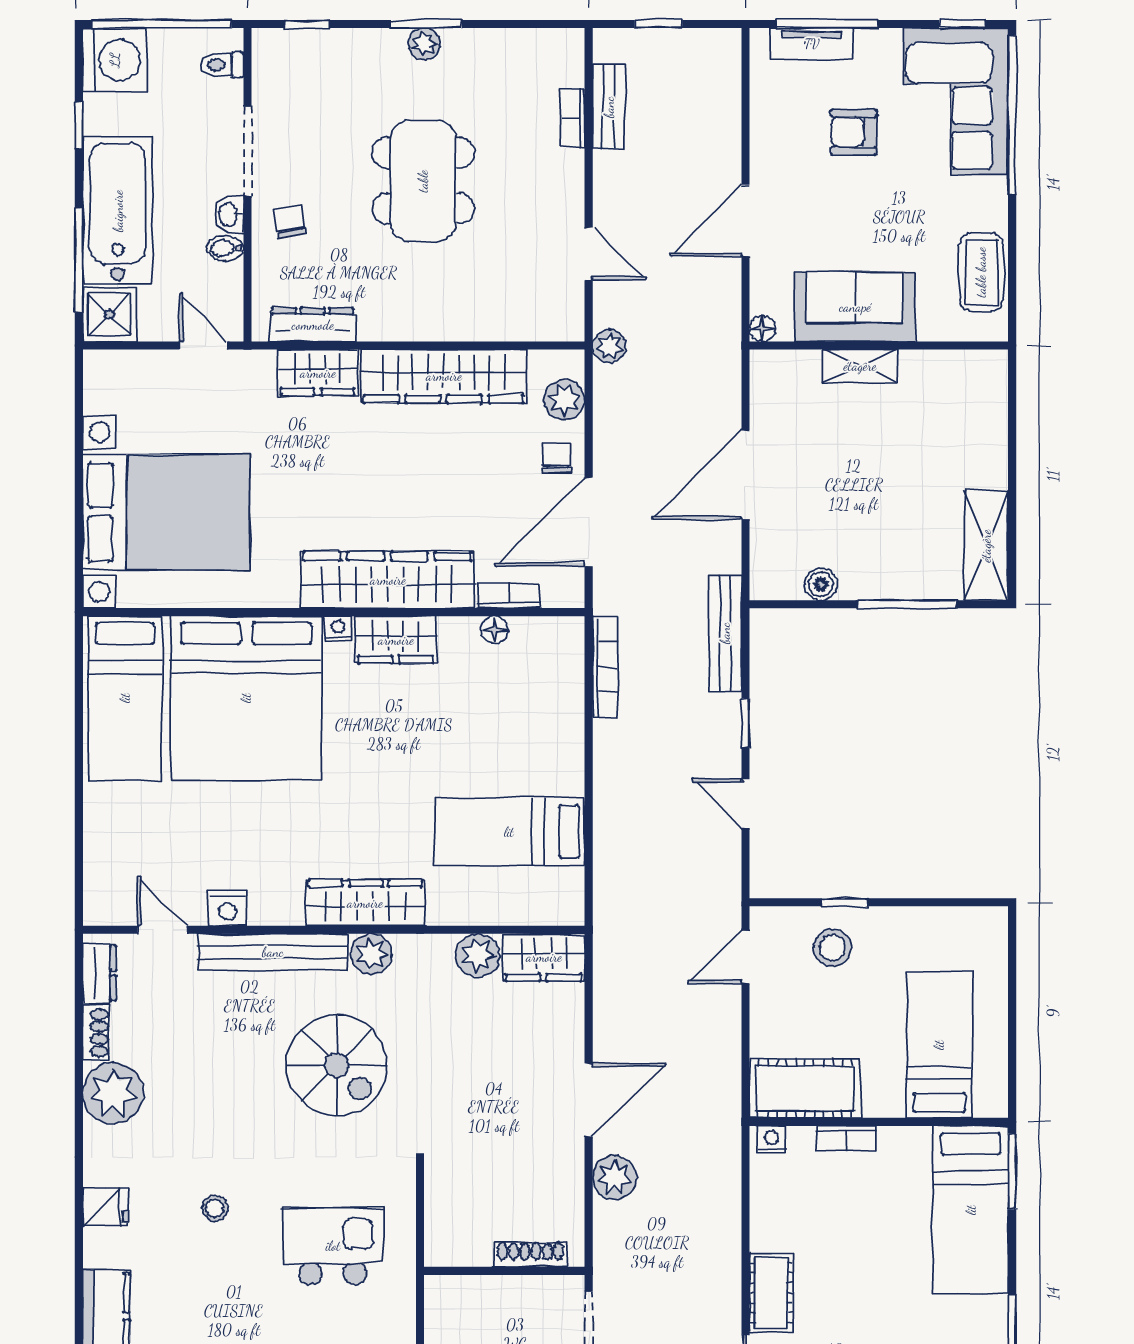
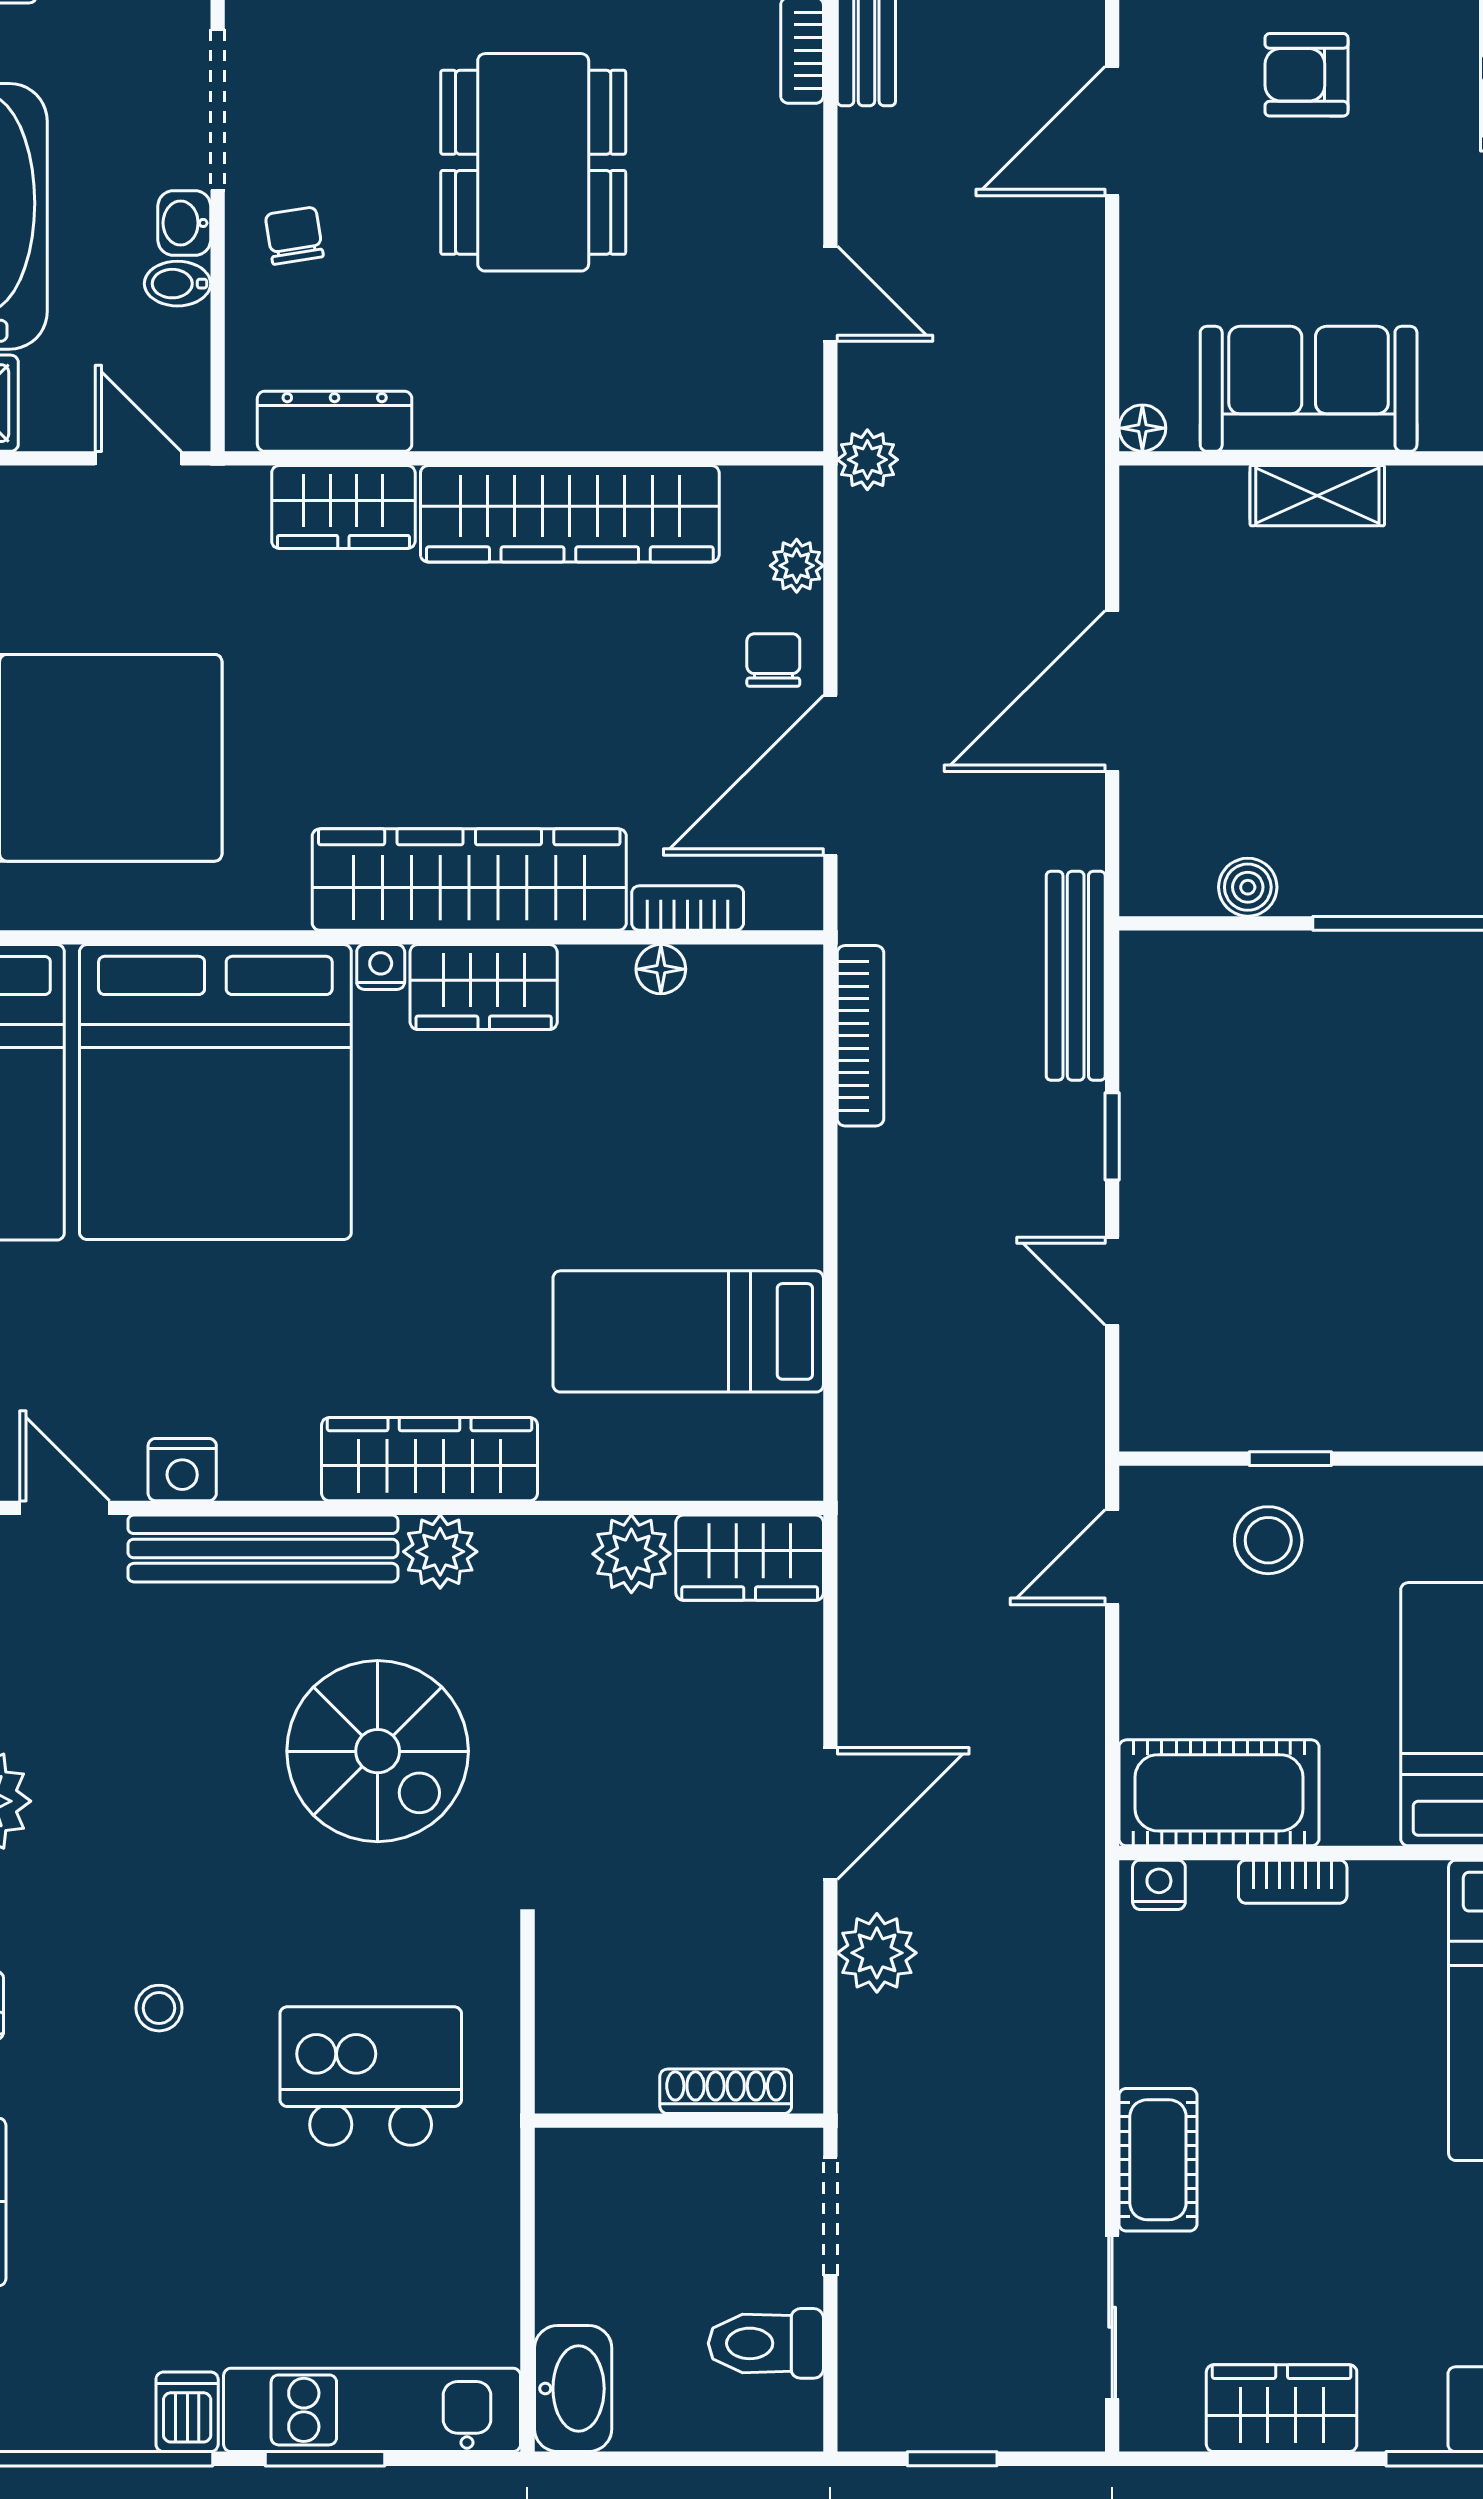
door: (745, 221) -> (1112, 131), moved
plant: (564, 400) -> (797, 566), width x0.73, depth x0.73

